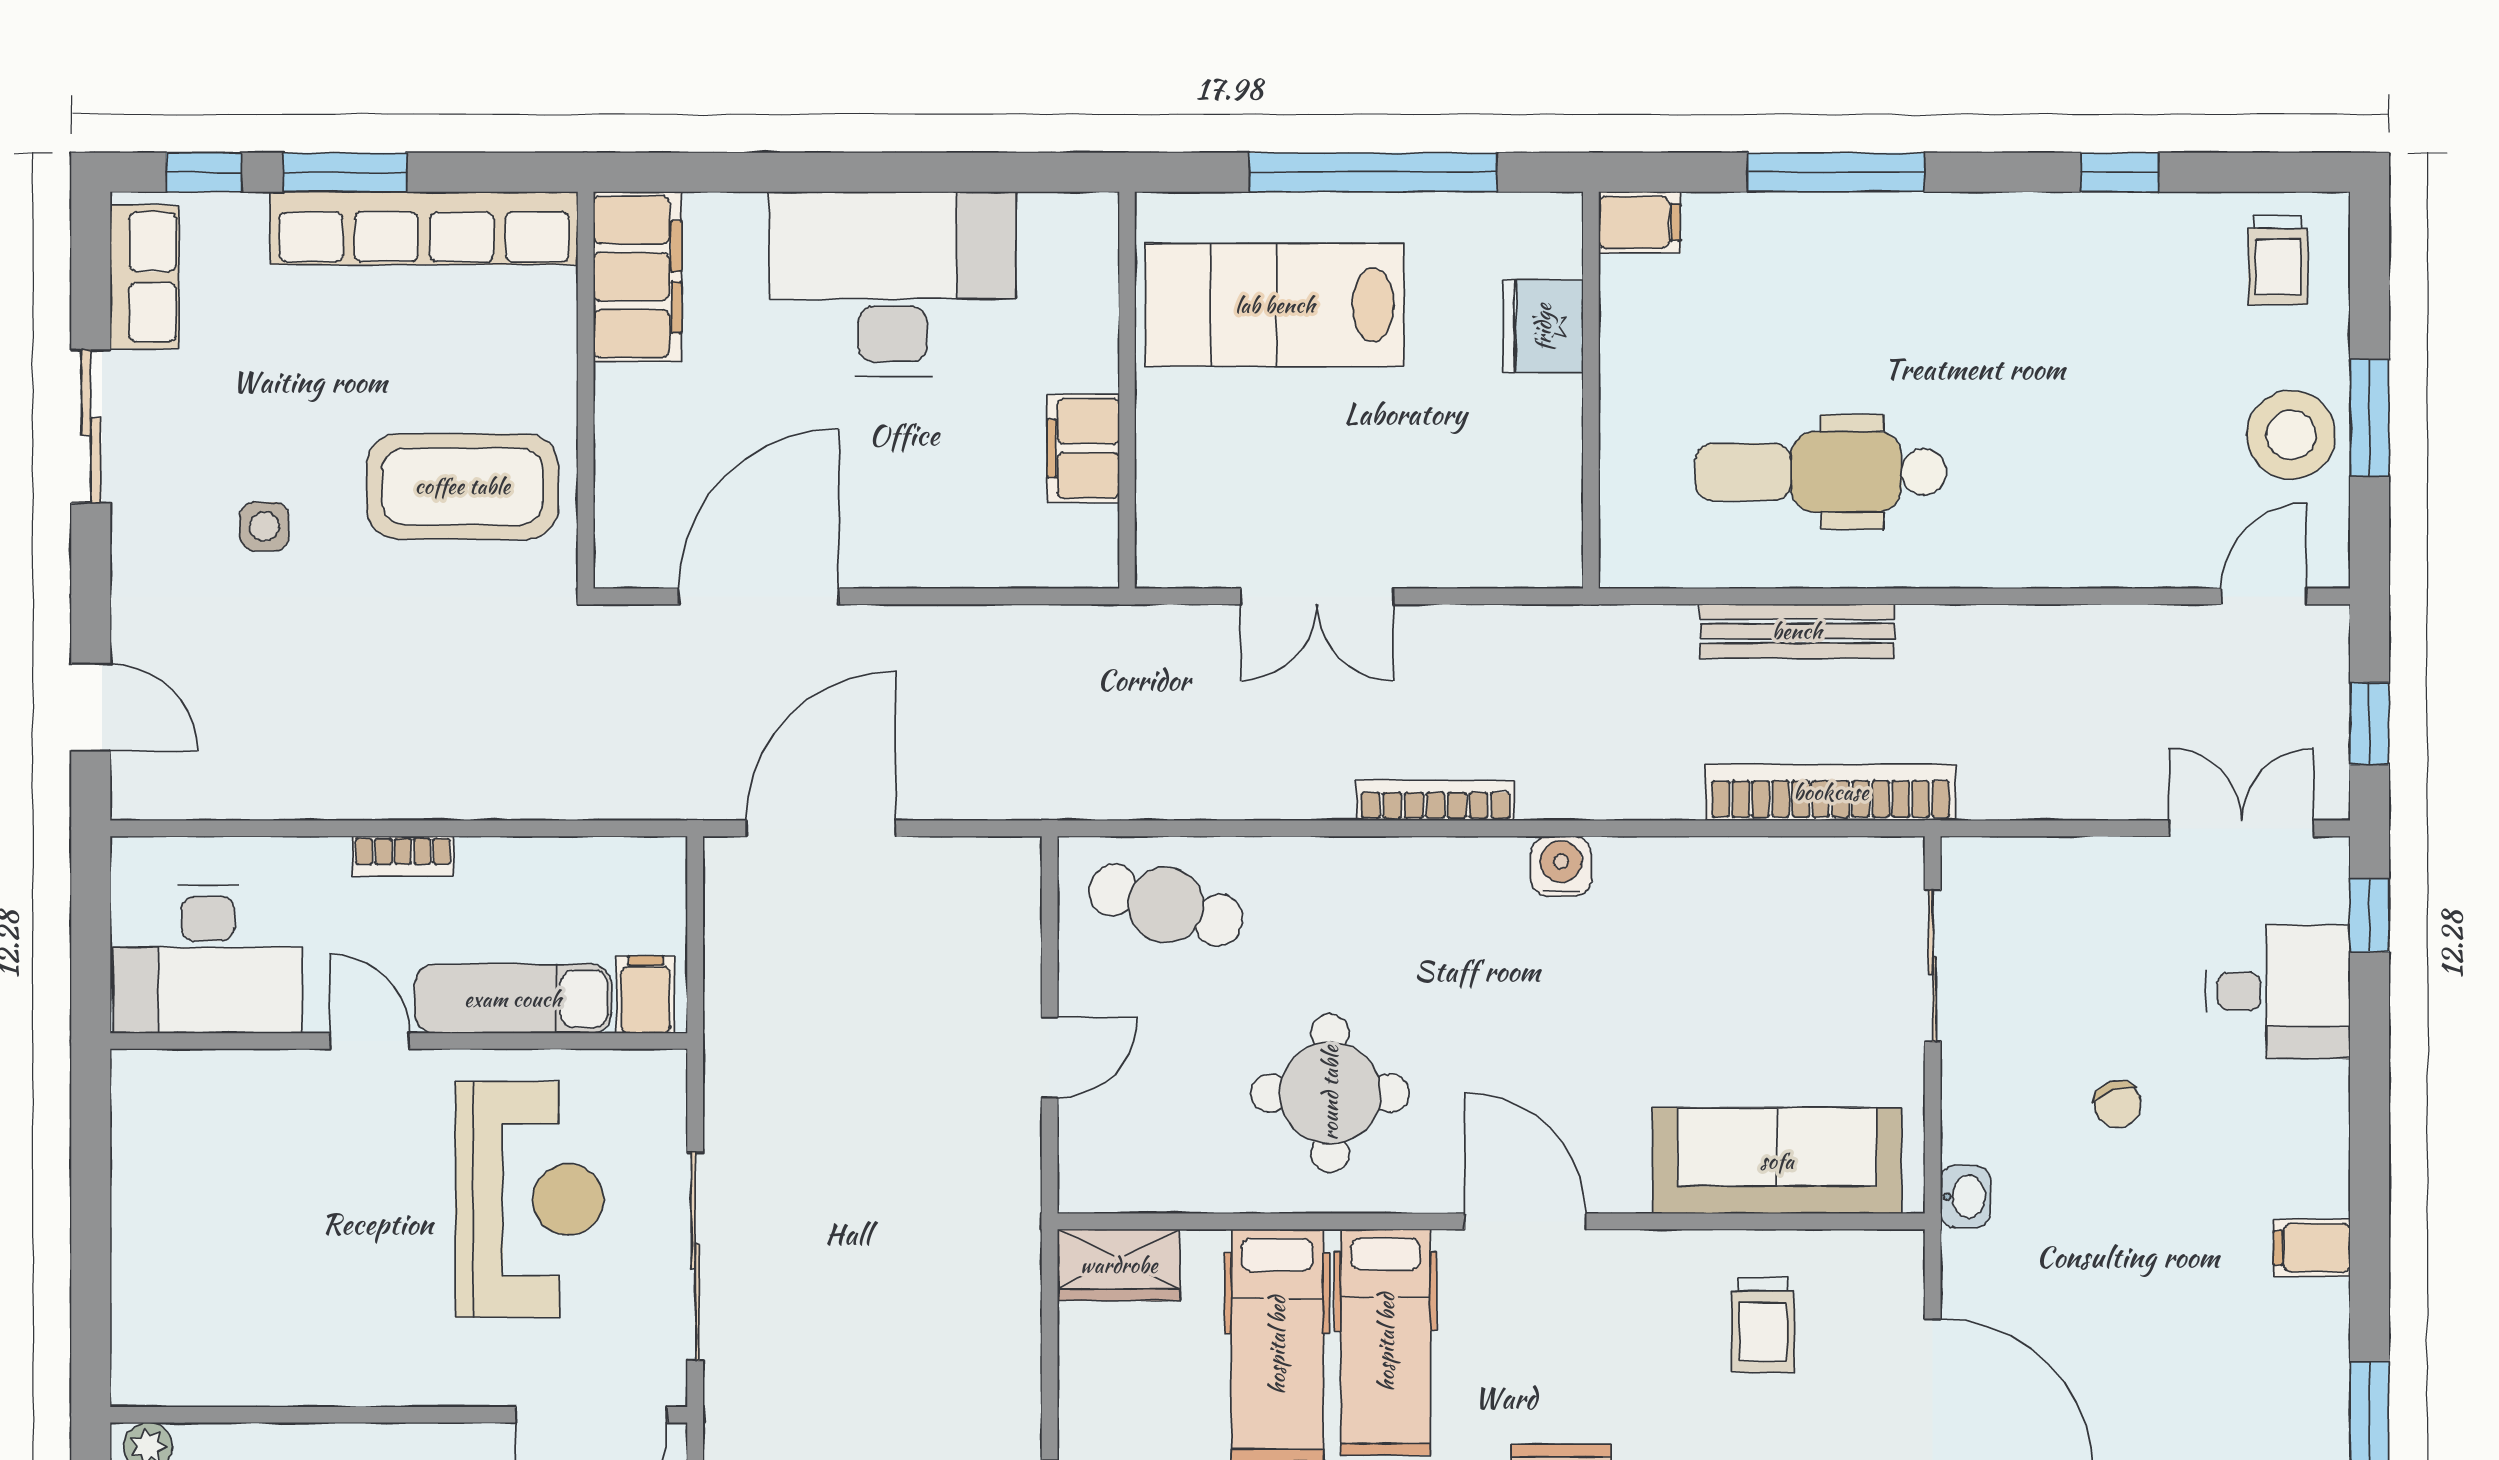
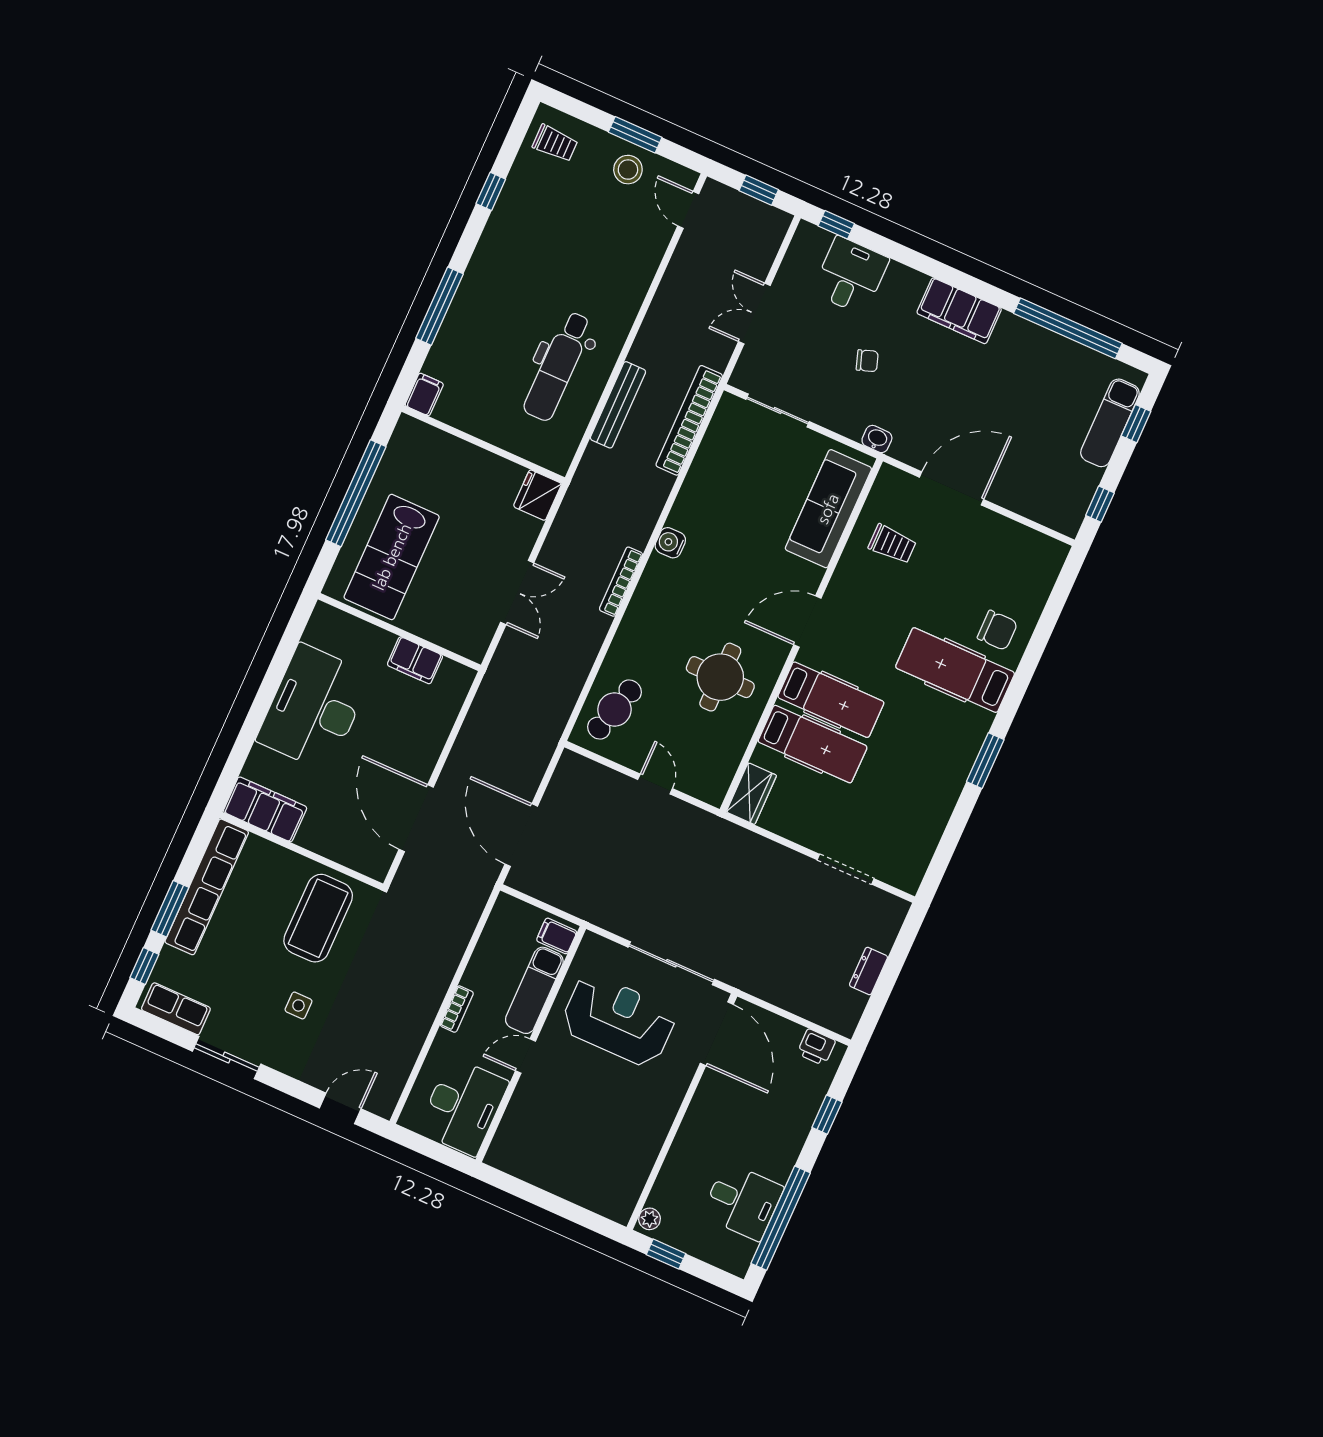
fridge: (1543, 327) -> (538, 495), moved, turned 90
stool: (2291, 435) -> (628, 170), width x0.73, depth x0.73
double door: (2241, 828) -> (754, 314), moved
filing cabinet: (2312, 1248) -> (959, 311), width x3.00, depth x1.17

